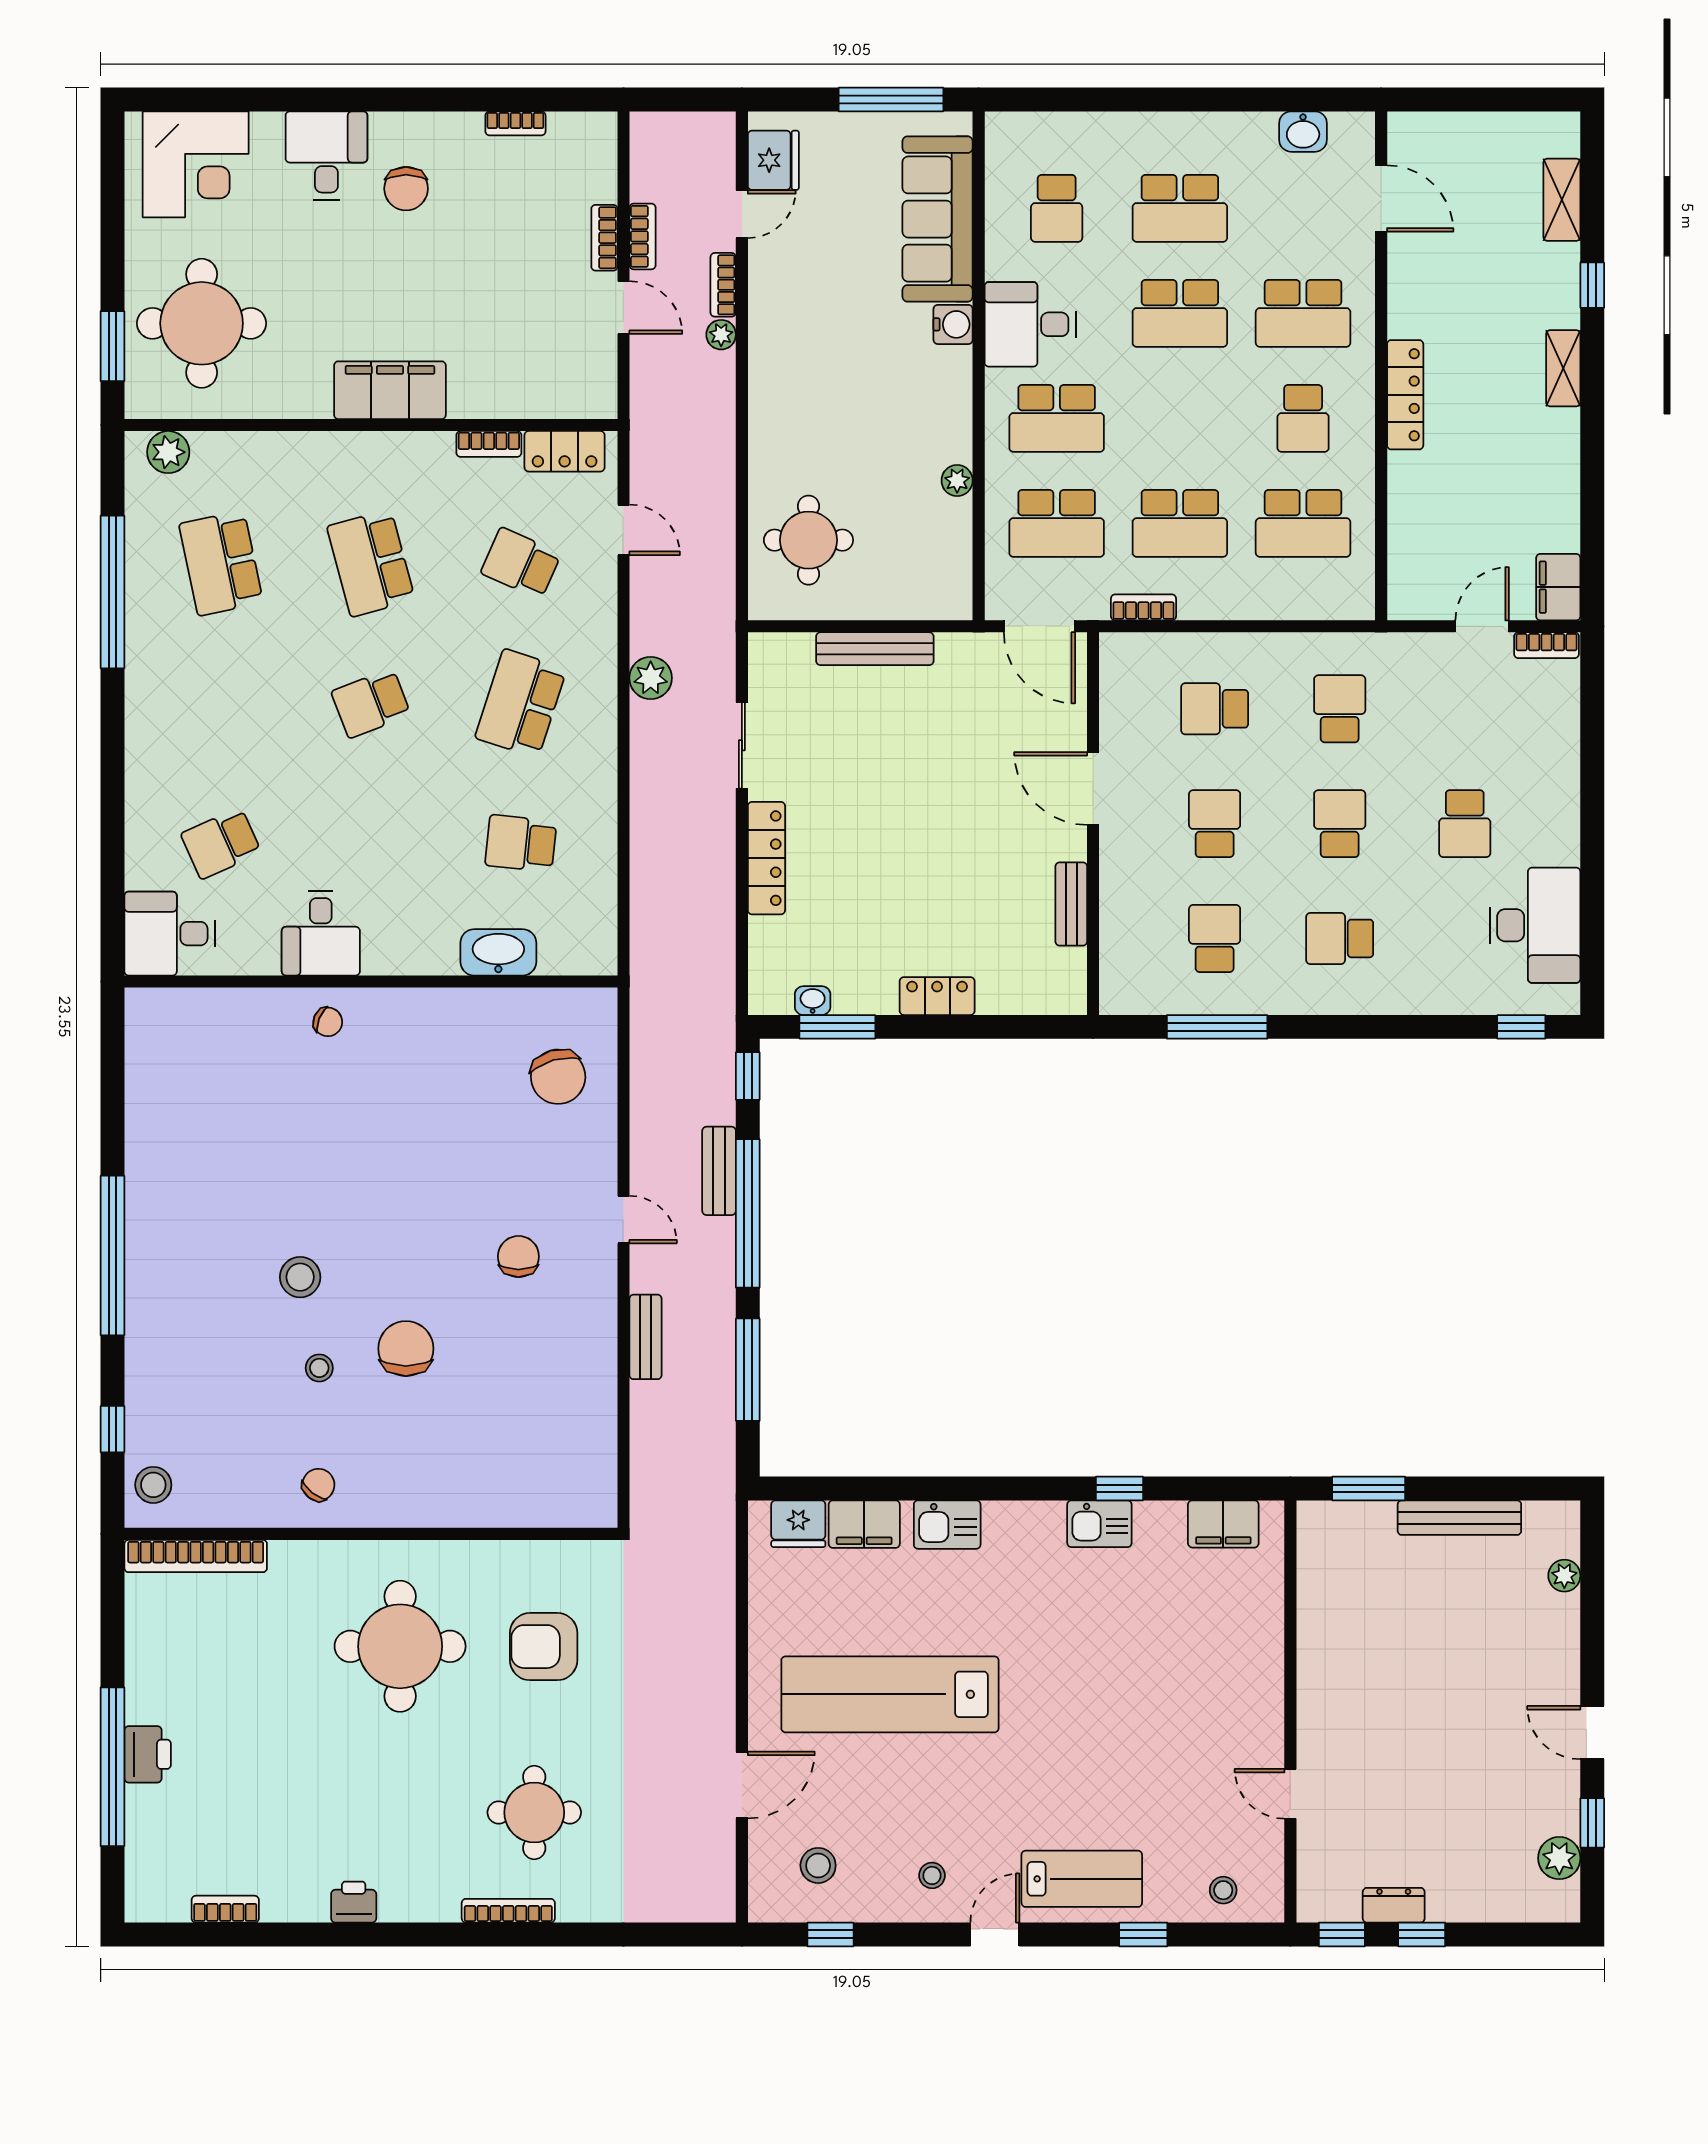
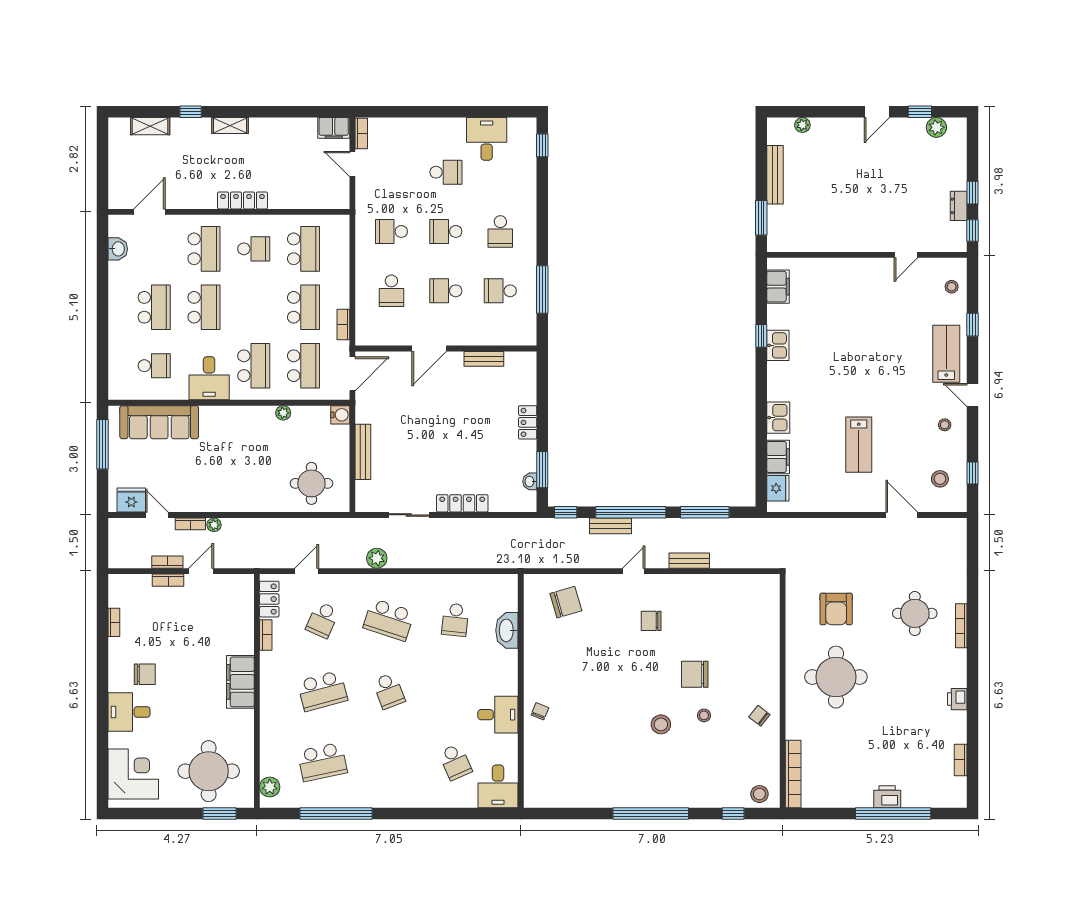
water cooler: (953, 324) -> (340, 415), moved, turned 90
desk: (1535, 925) -> (487, 139), width x0.73
lab bench: (890, 1694) -> (859, 445), width x0.54, depth x0.72

